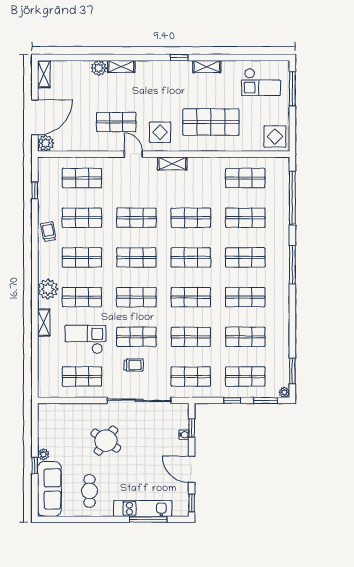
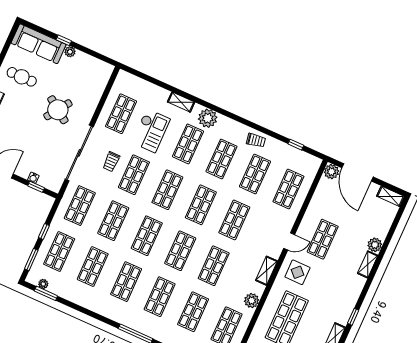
plant: (208, 165) -> (252, 301), added
plant: (284, 392) -> (43, 284), moved

